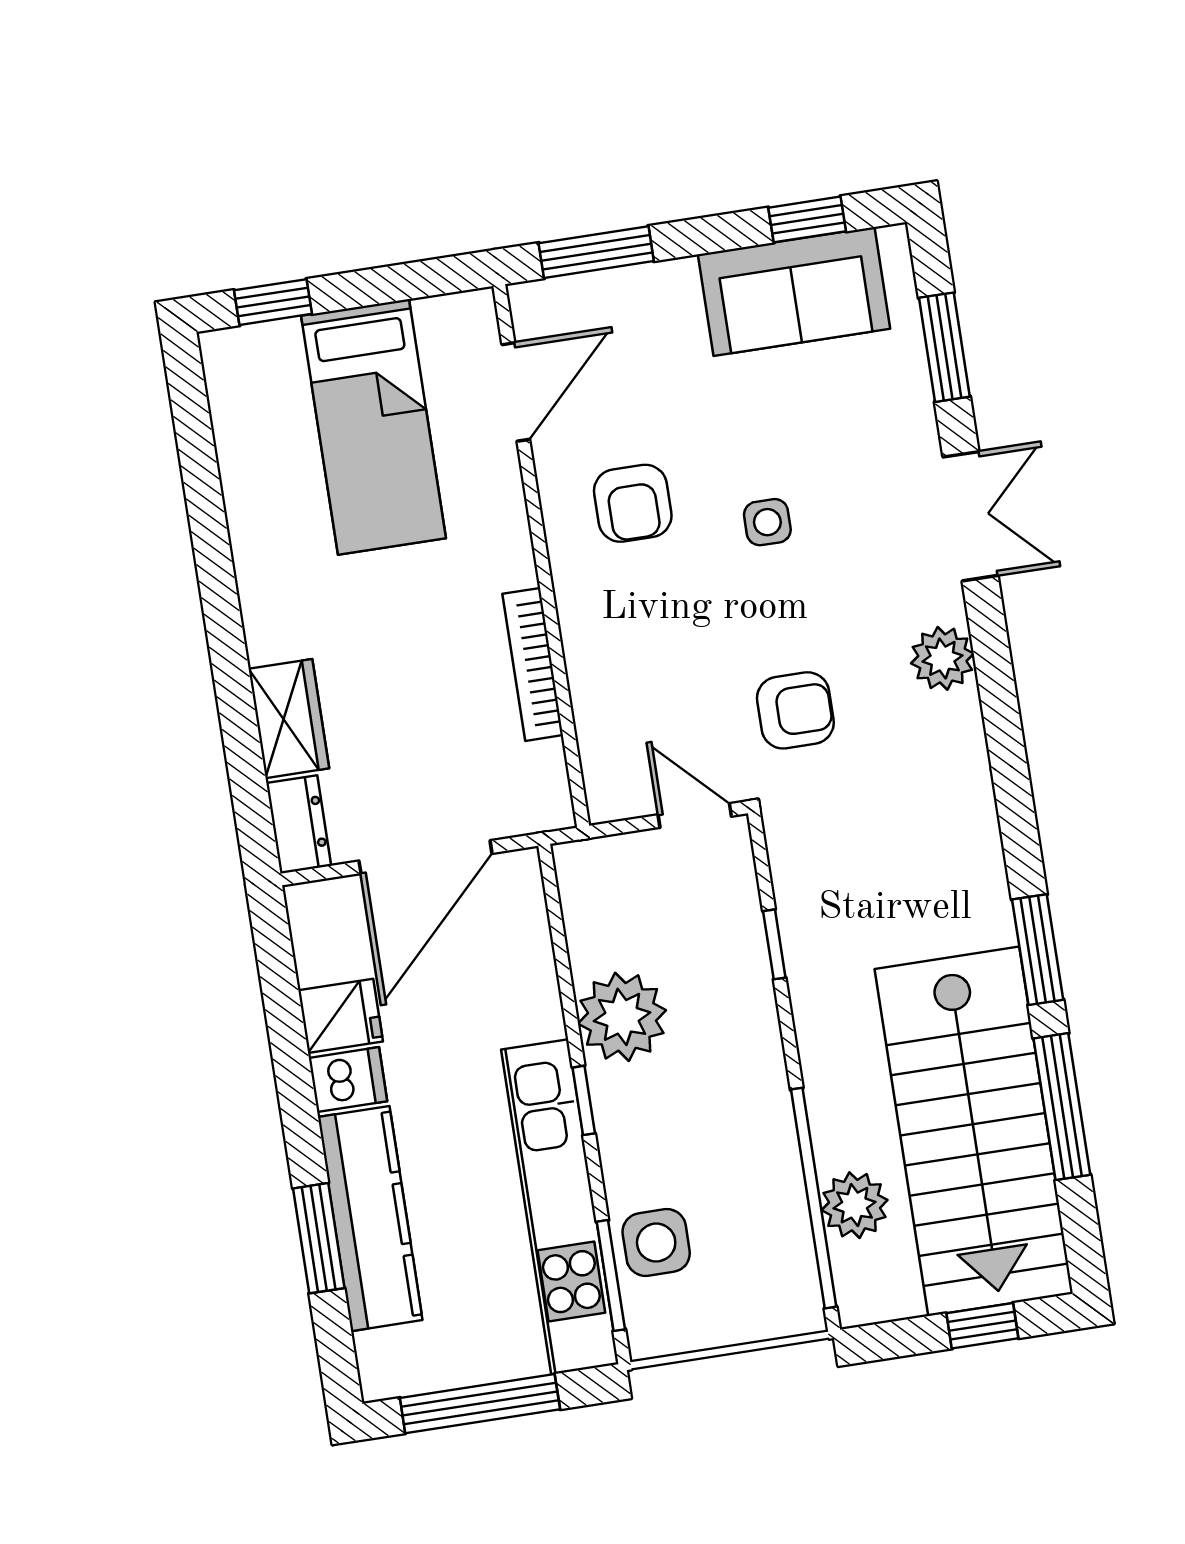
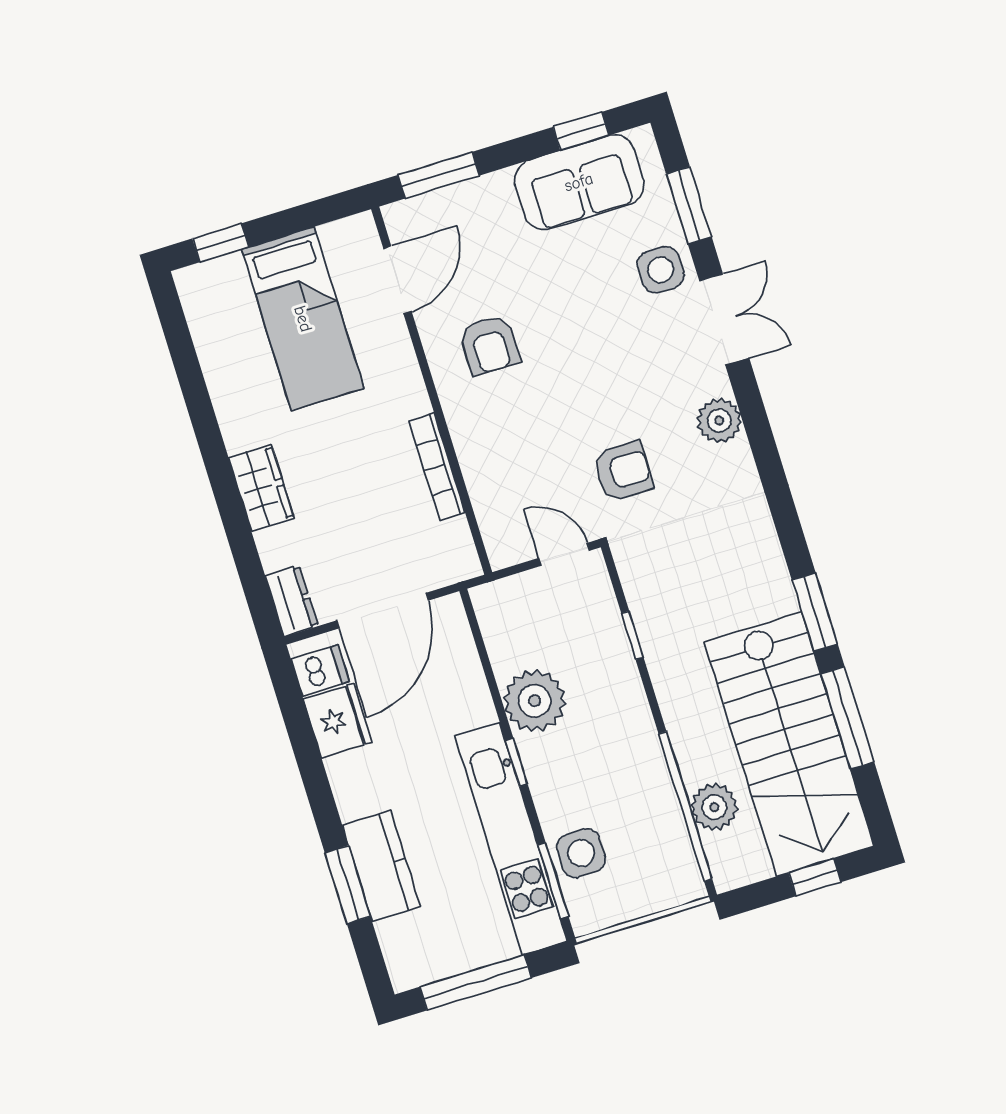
side table: (767, 522) -> (661, 270), moved, width x1.37, depth x1.37
wardrobe: (289, 719) -> (261, 488), moved
fridge: (341, 1016) -> (338, 721), width x1.38
dishwasher: (348, 1080) -> (320, 670), moved
kitchen counter: (370, 1219) -> (381, 866), width x0.67

